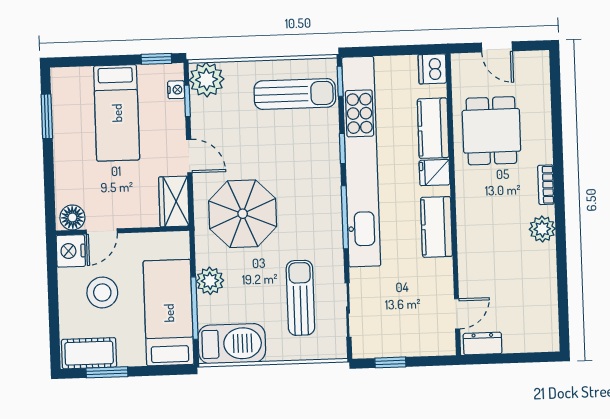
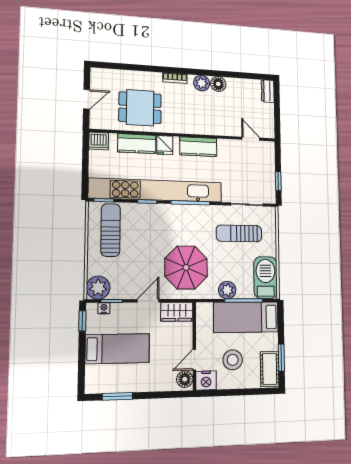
door: (102, 231) -> (194, 360), swing flipped
floor lamp: (544, 257) -> (218, 84), added
dresser: (483, 344) -> (268, 91), moved

